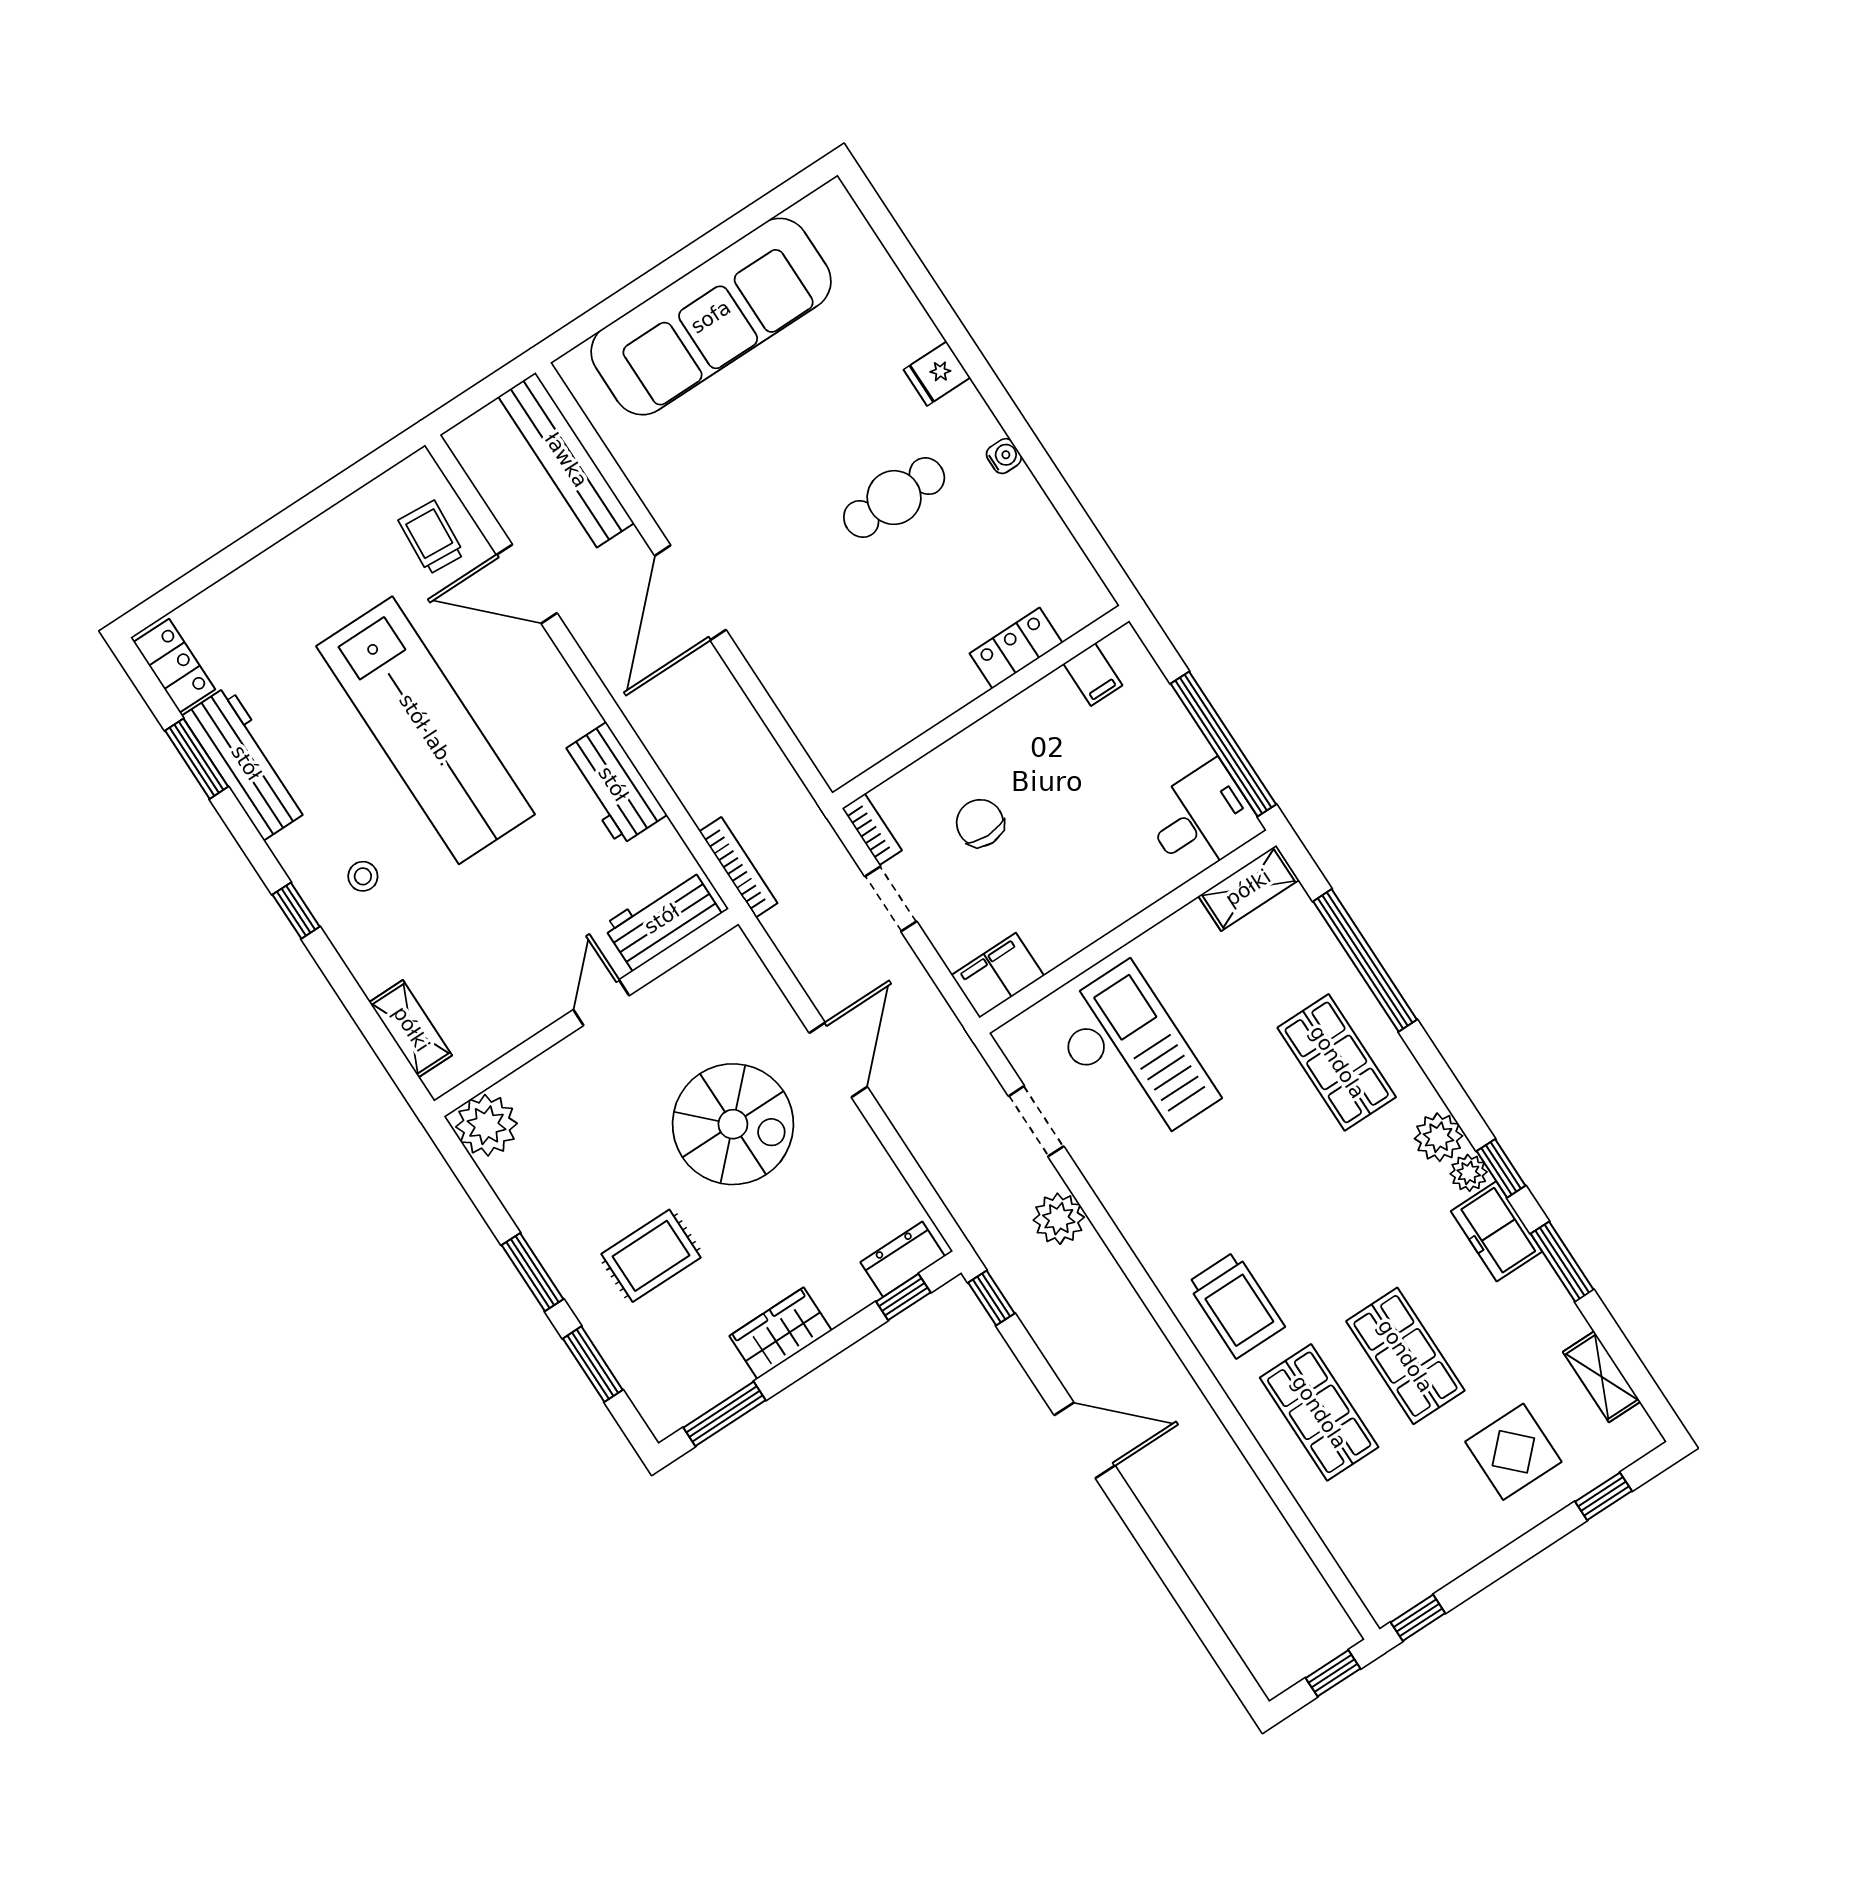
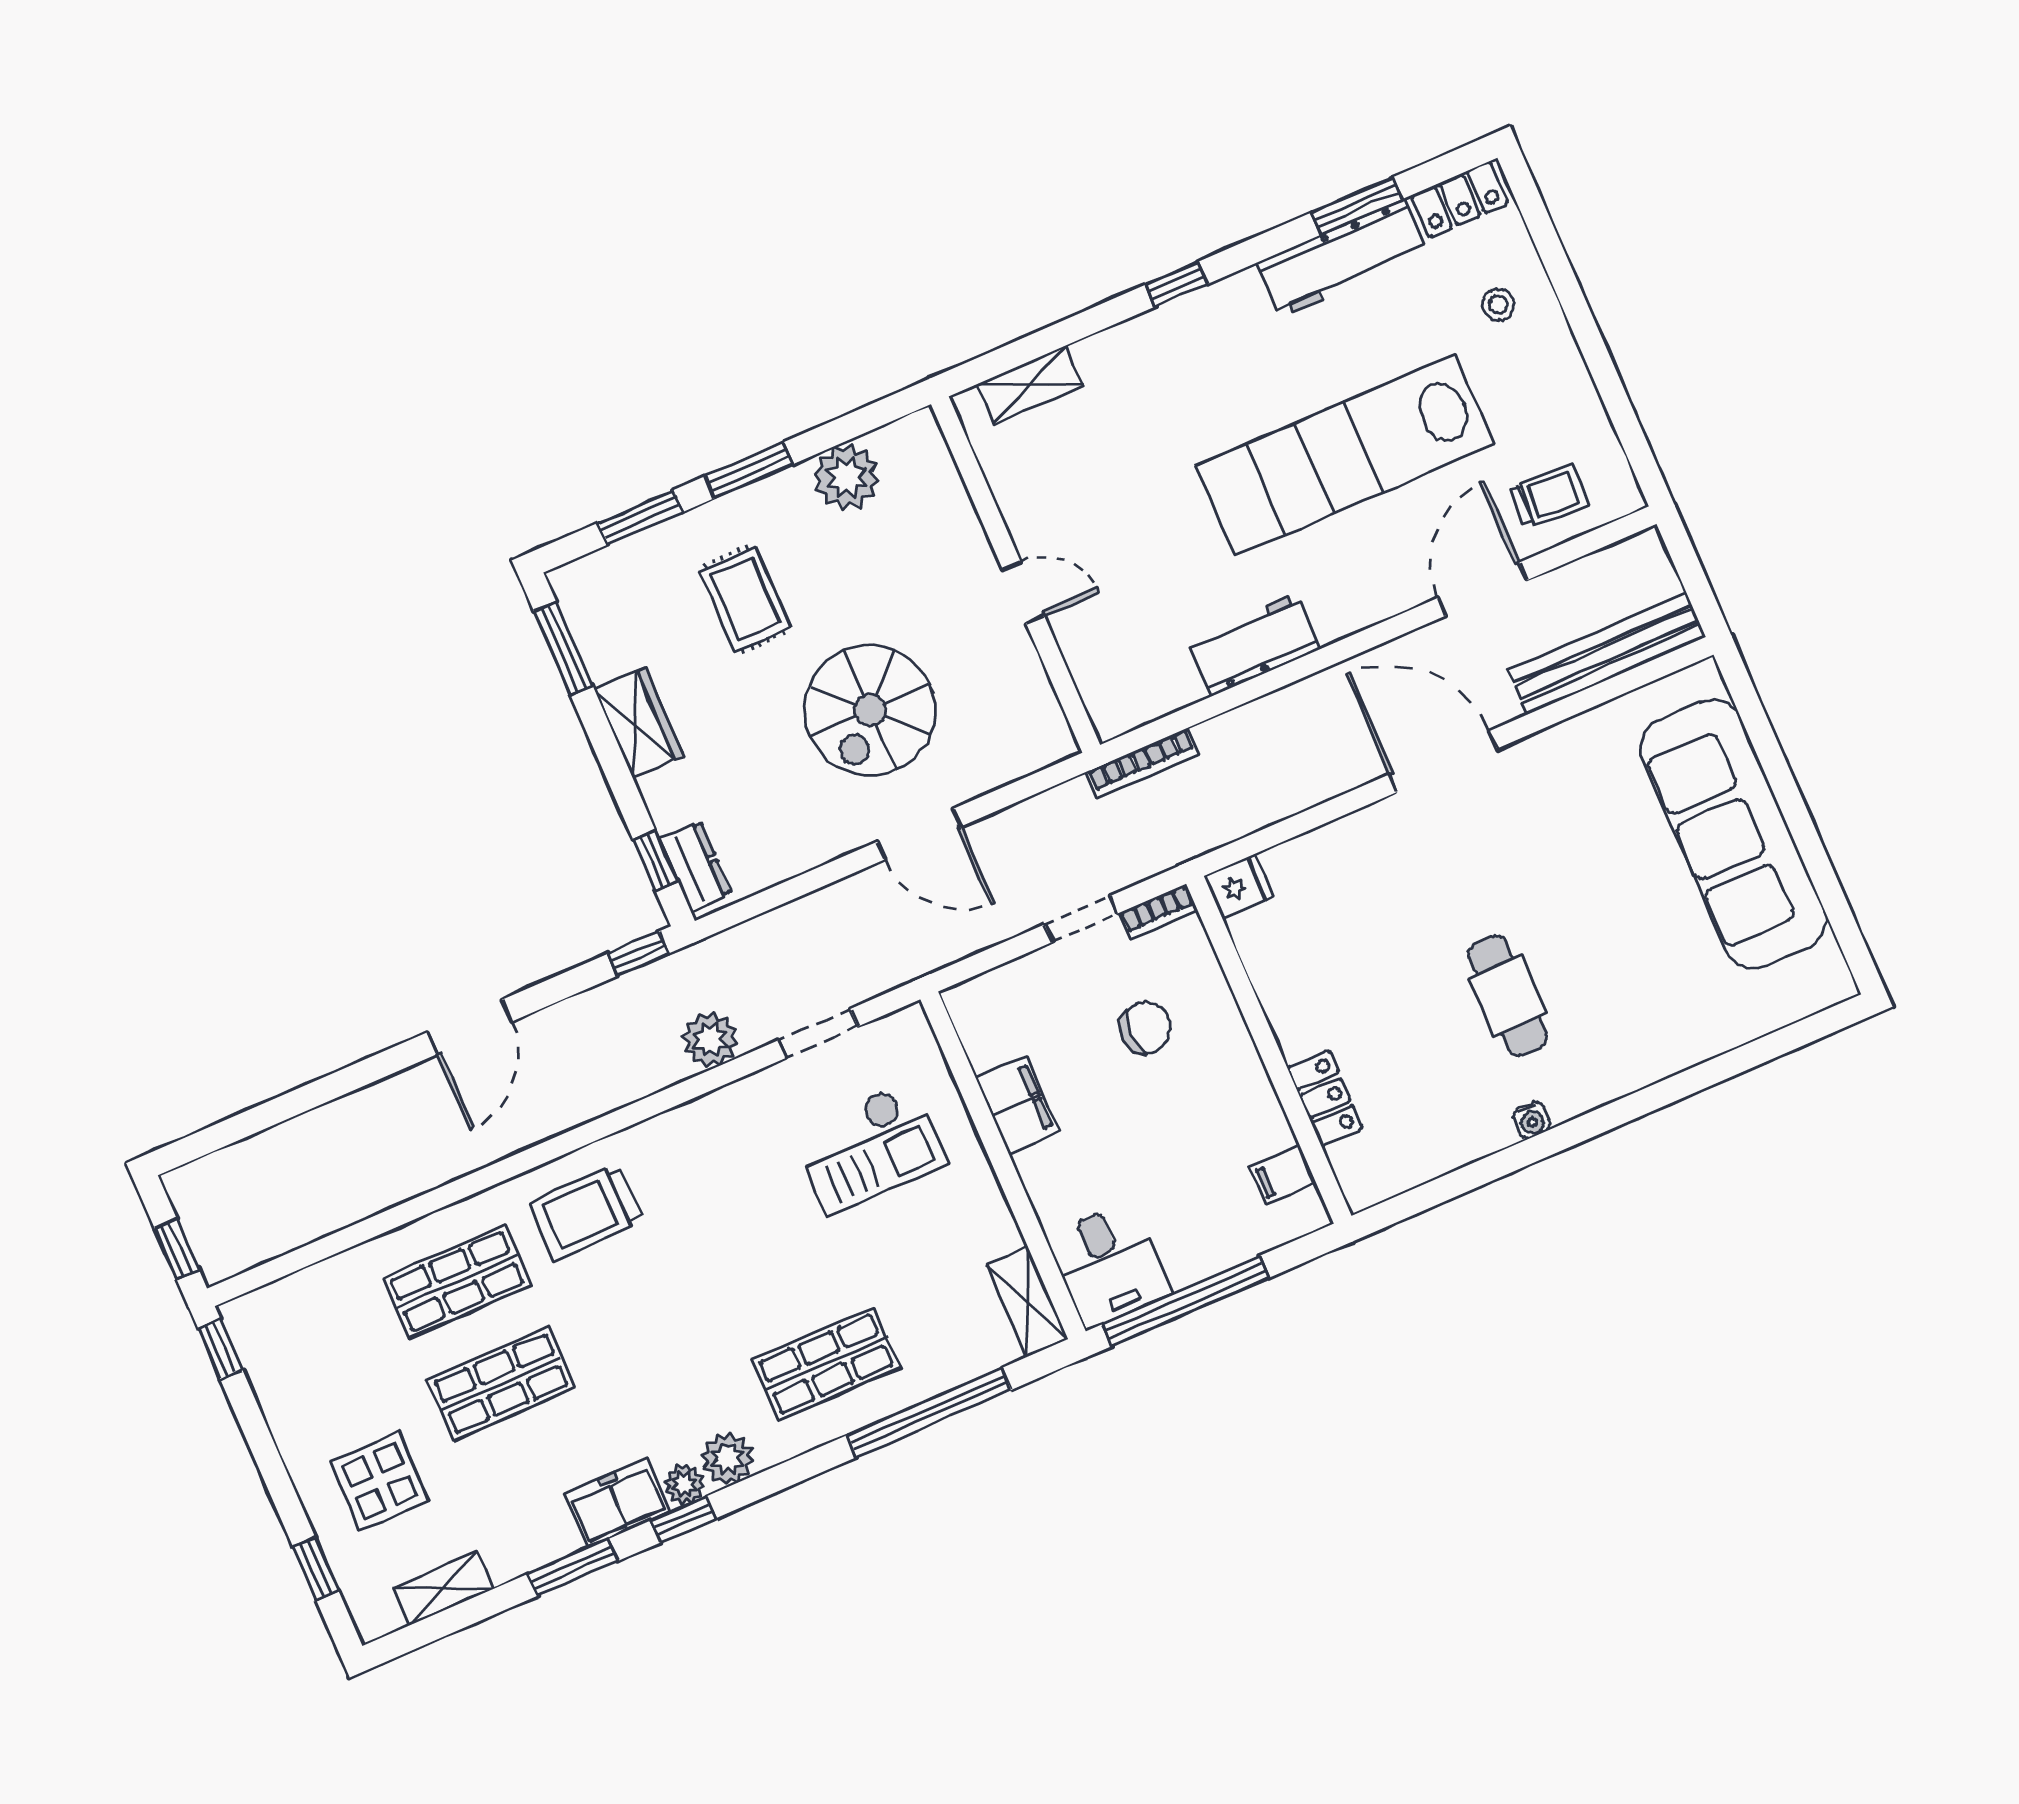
fridge: (937, 374) -> (1239, 886), moved, turned 90
stool: (363, 876) -> (1498, 305), moved
workbench: (662, 919) -> (1101, 672), removed
filing cabinet: (998, 975) -> (1017, 1105), moved
checkout: (1133, 1057) -> (869, 1148), width x0.73, depth x0.83
plant: (486, 1125) -> (847, 477), moved

